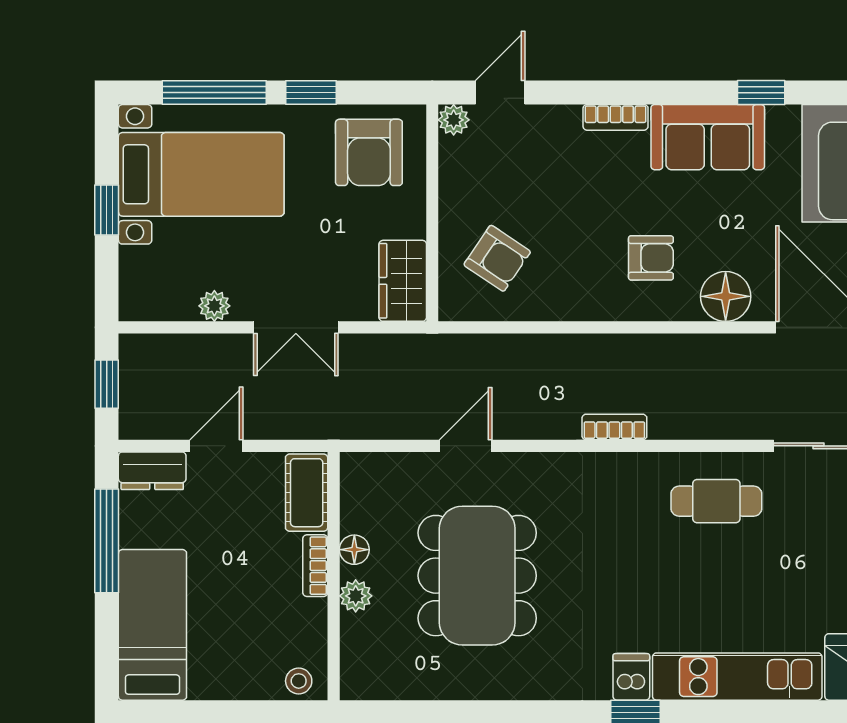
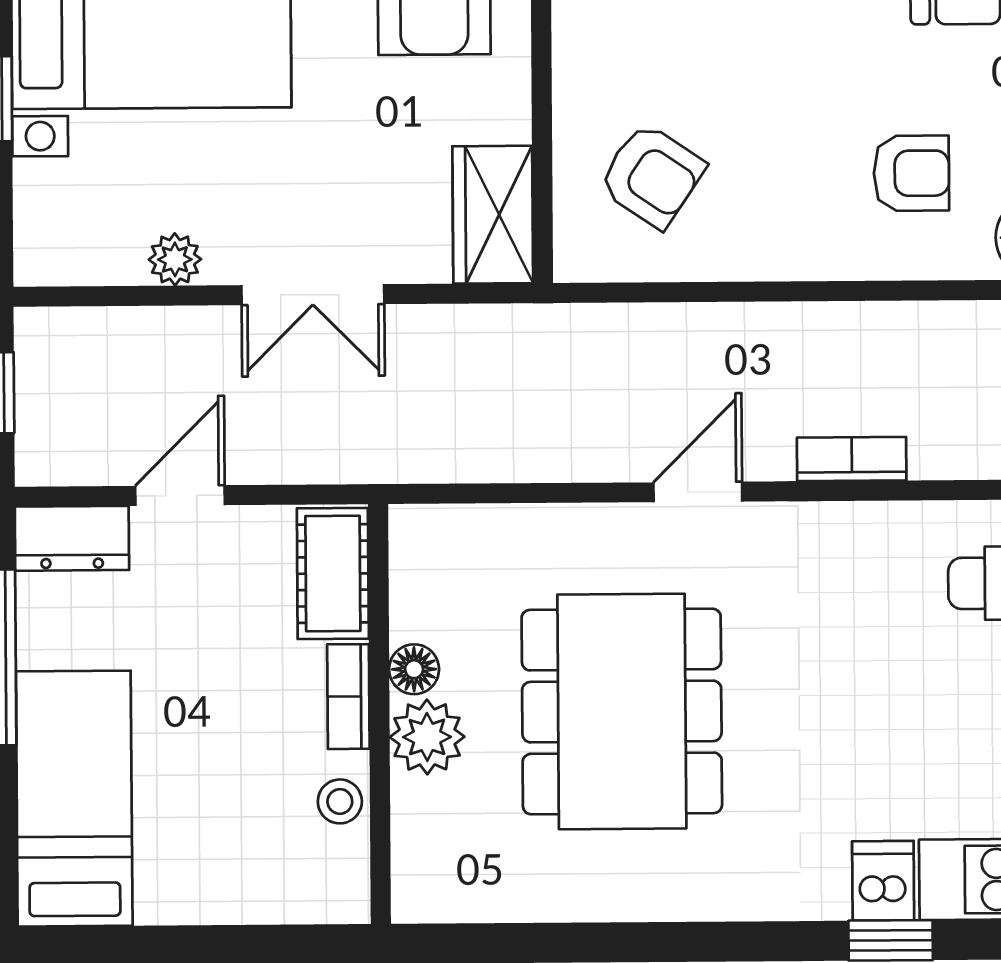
door: (466, 446) -> (698, 492), moved
plant: (356, 596) -> (427, 737), width x1.38, depth x1.38
stool: (299, 681) -> (340, 801), moved

